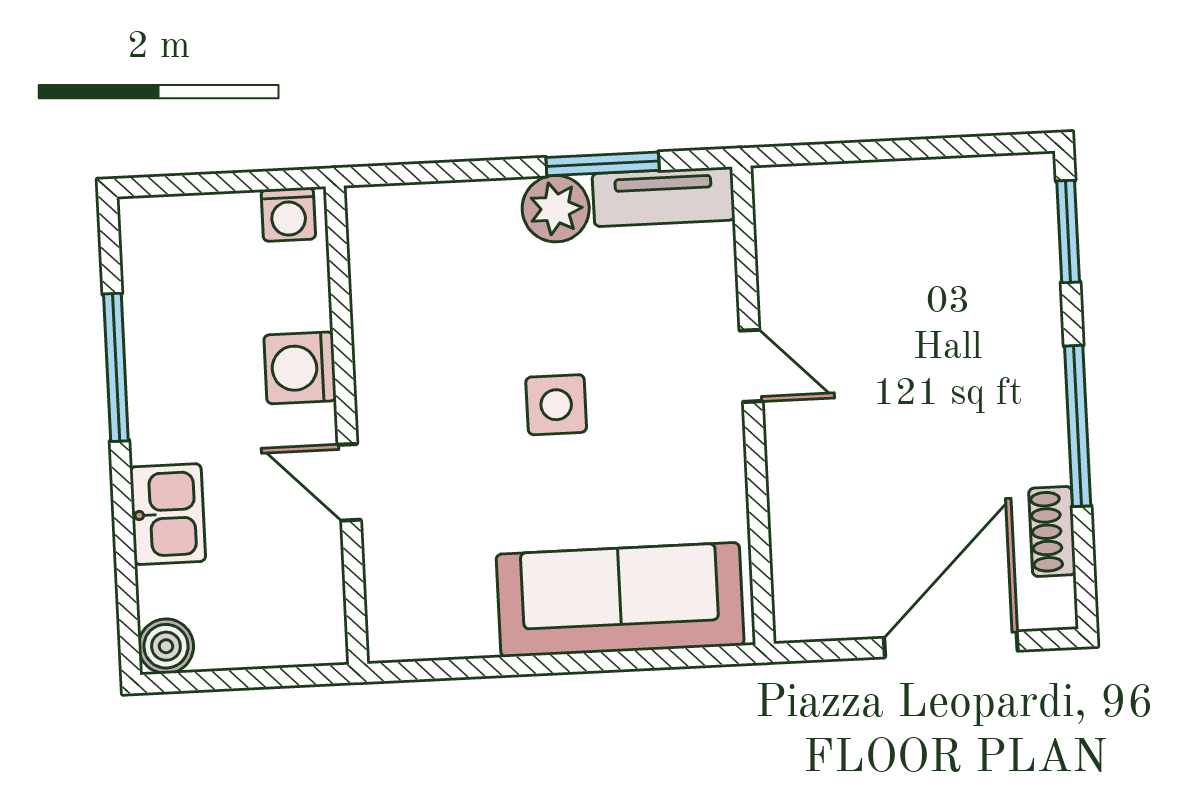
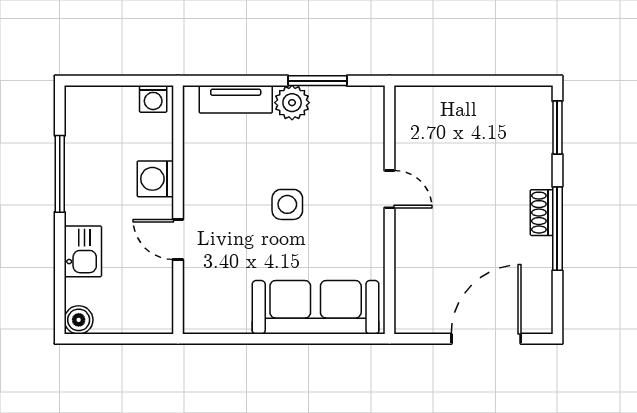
tv unit: (664, 197) -> (236, 99), moved
shoe rack: (1052, 531) -> (542, 213), moved

